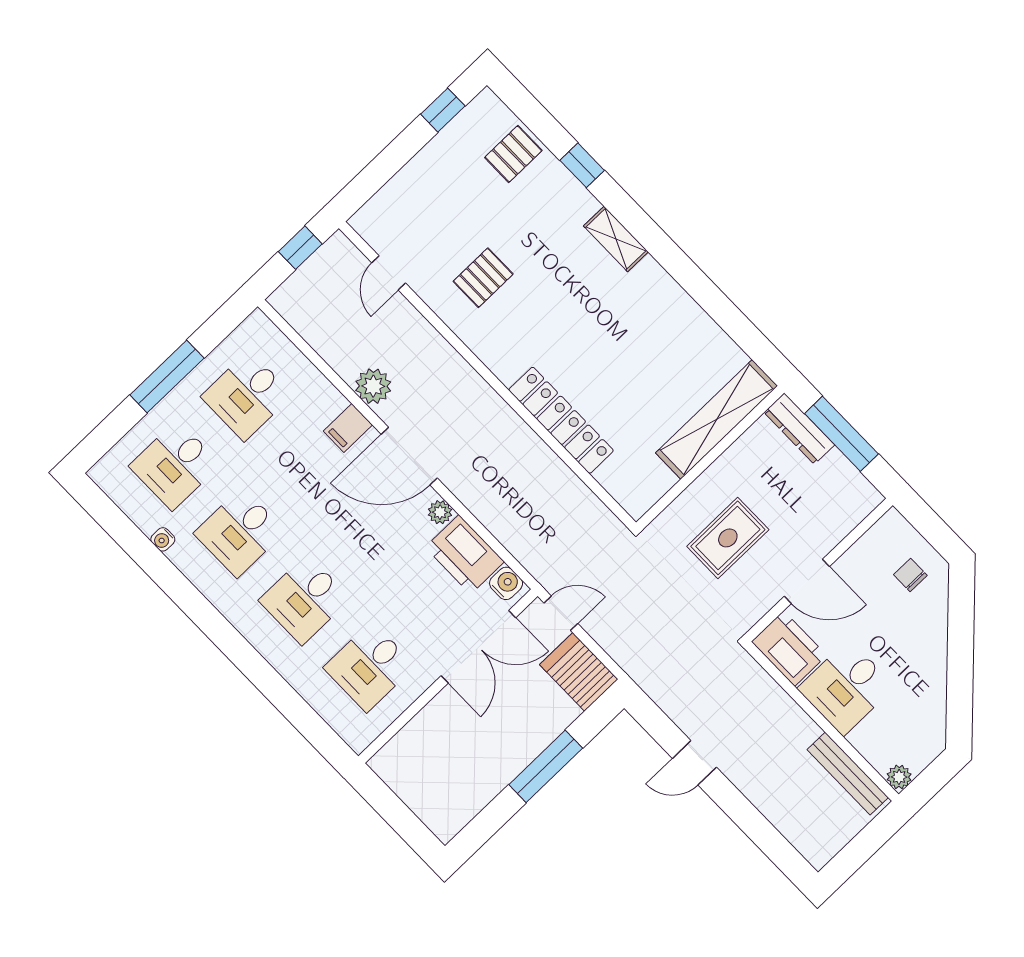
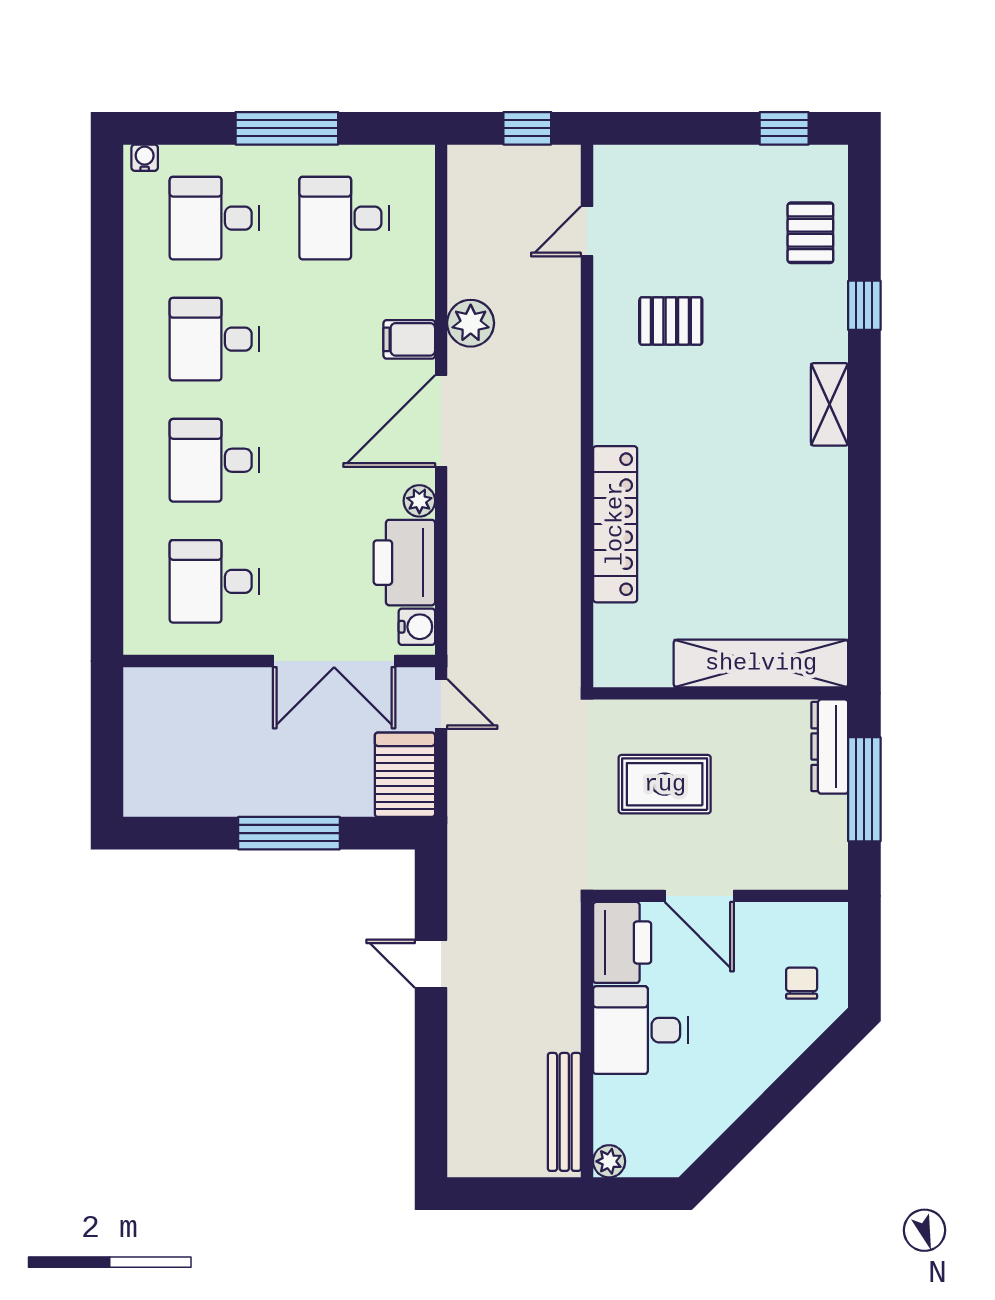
pallet: (513, 154) -> (810, 233), turned 90
door: (409, 456) -> (441, 421), hinge flipped
water cooler: (163, 539) -> (145, 158), moved, turned 90

